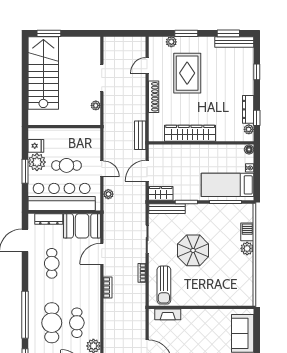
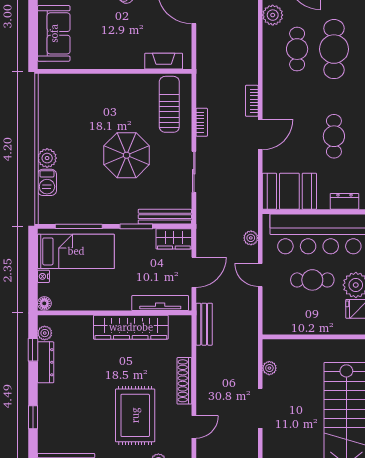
tv unit: (170, 150) -> (160, 303), added
dresser: (49, 219) -> (344, 201), width x0.70
door: (102, 254) -> (260, 134), moved

